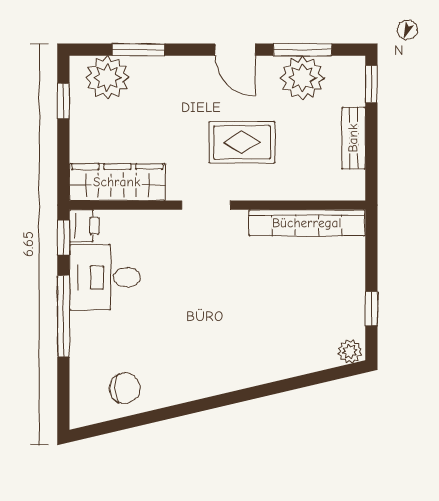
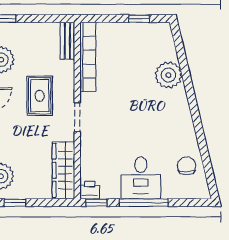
bench: (353, 138) -> (67, 41), moved, turned 90
desk: (105, 277) -> (141, 178), moved
plant: (350, 351) -> (168, 75), moved, width x1.87, depth x1.87

